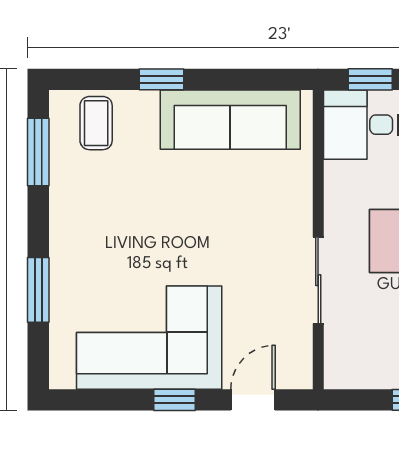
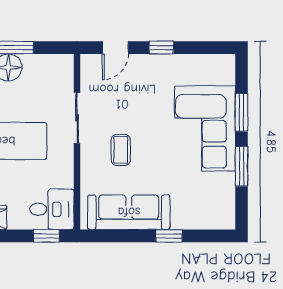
coffee table: (96, 123) -> (121, 150), moved
window: (38, 152) -> (241, 166), moved
corner sofa: (149, 338) -> (205, 128), moved, turned 90

